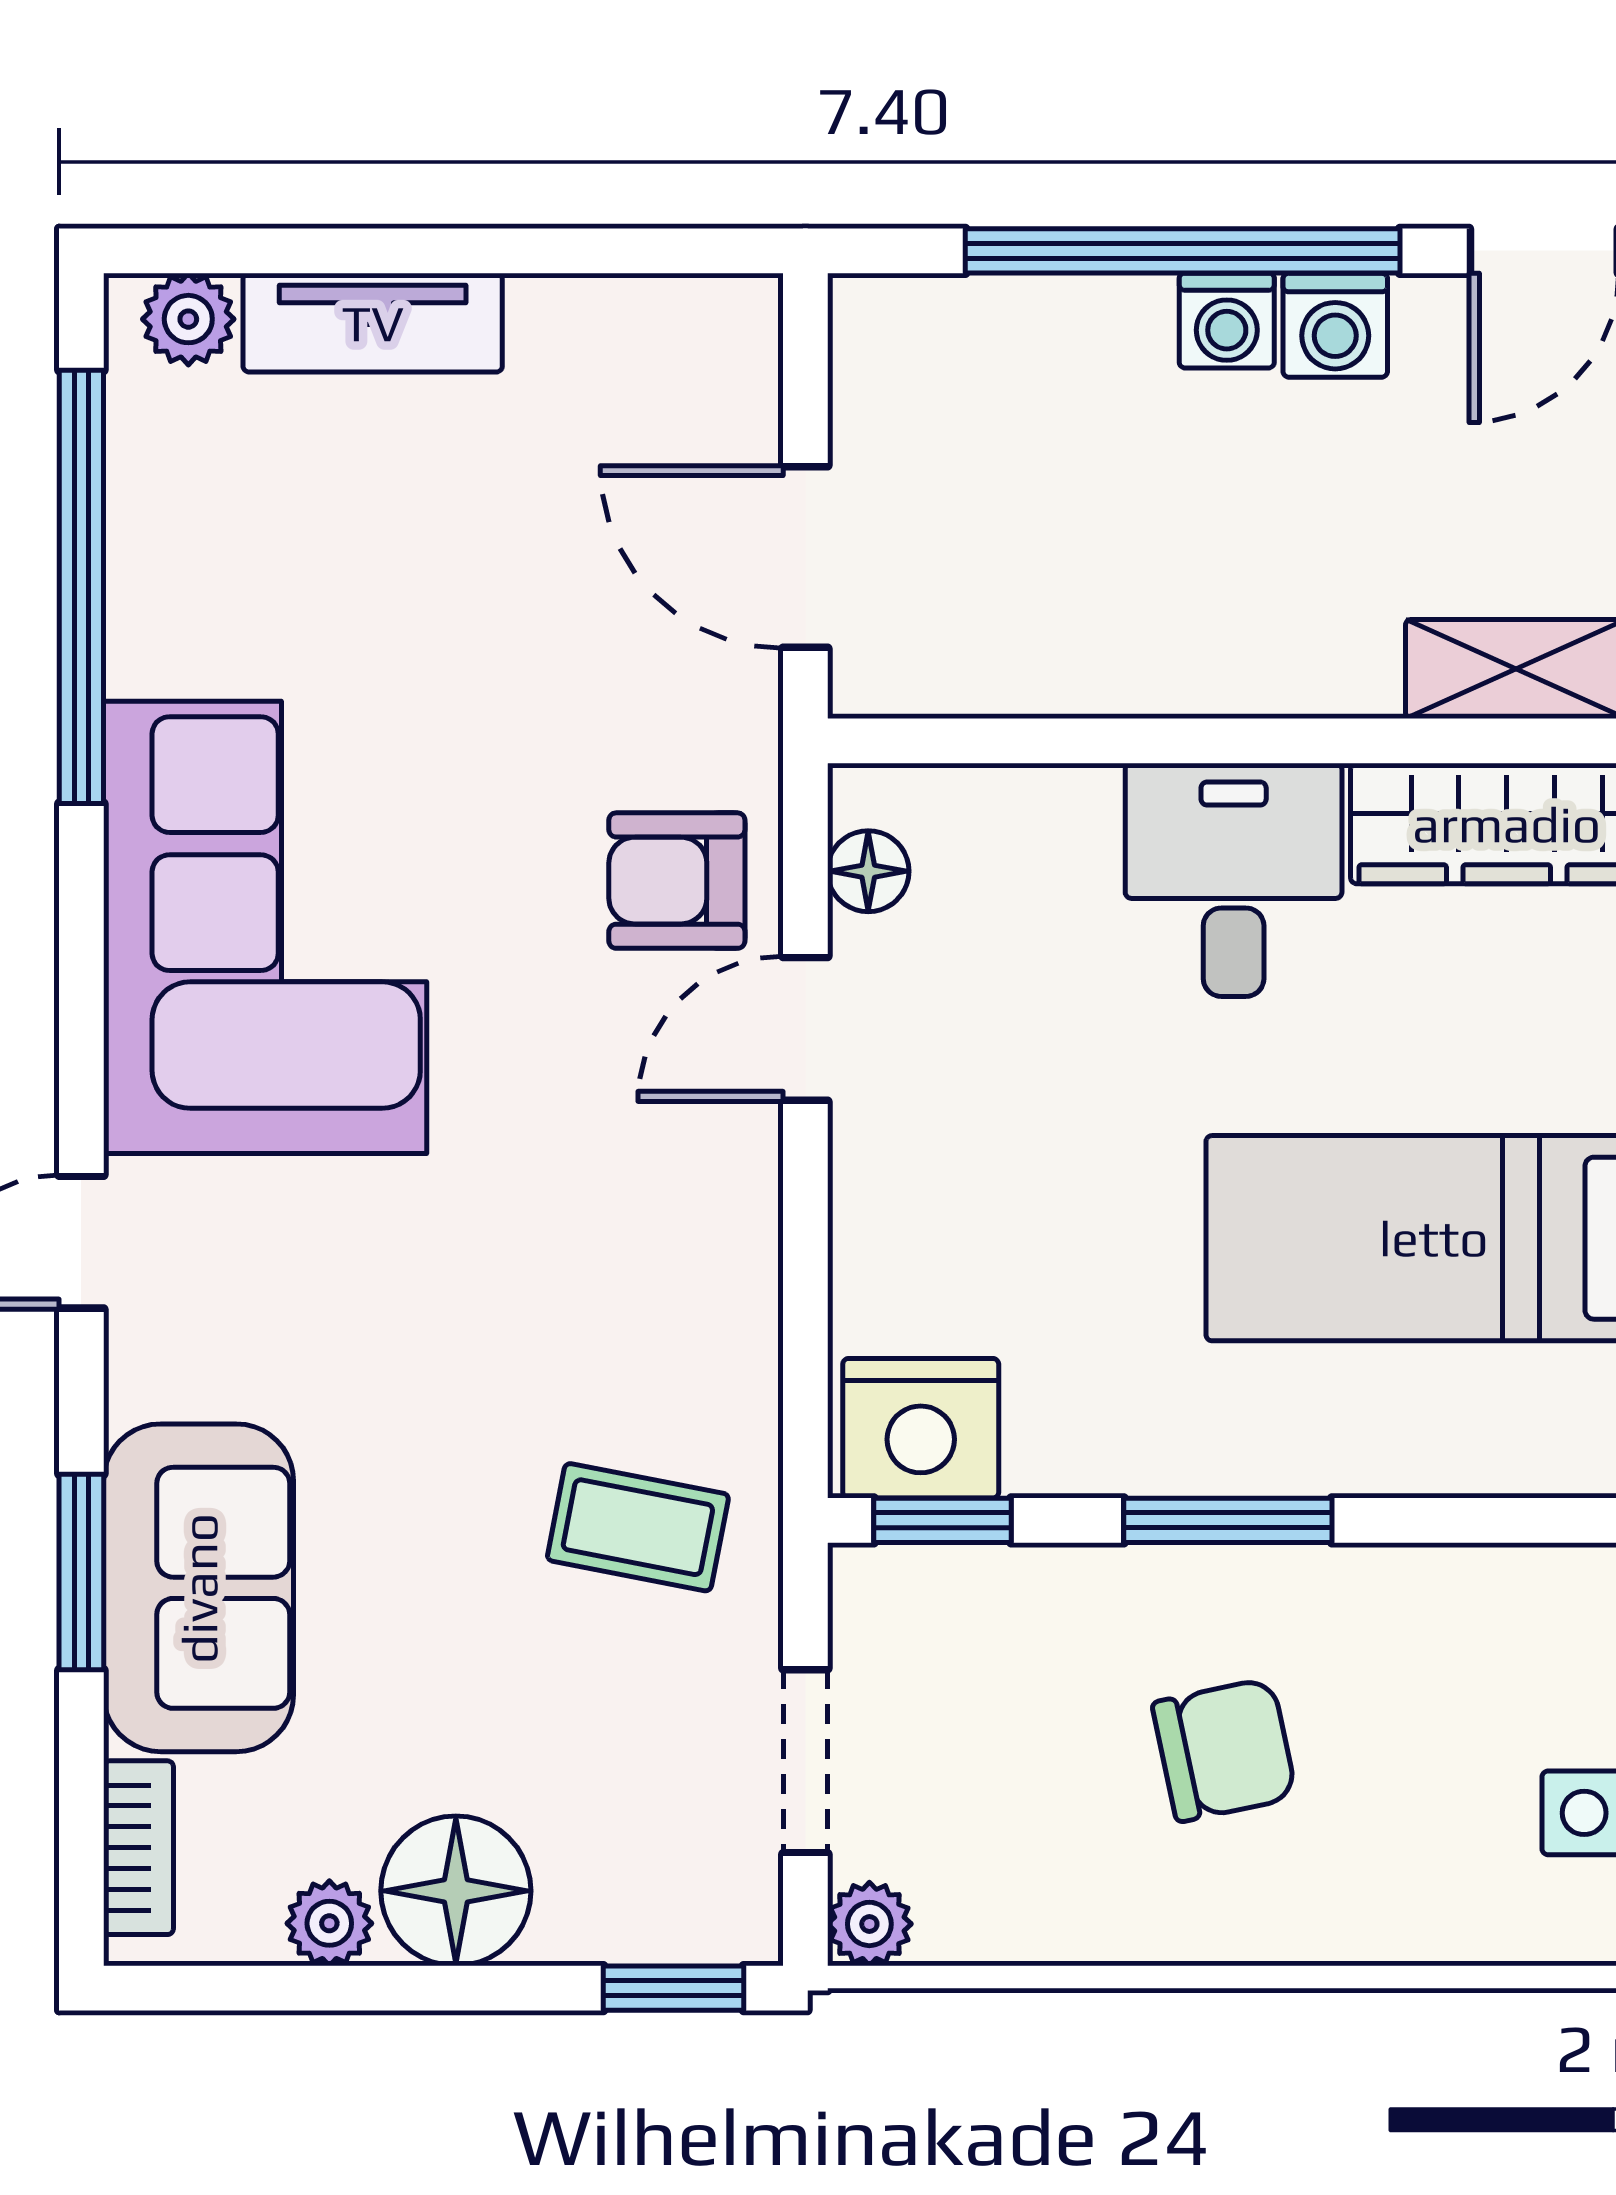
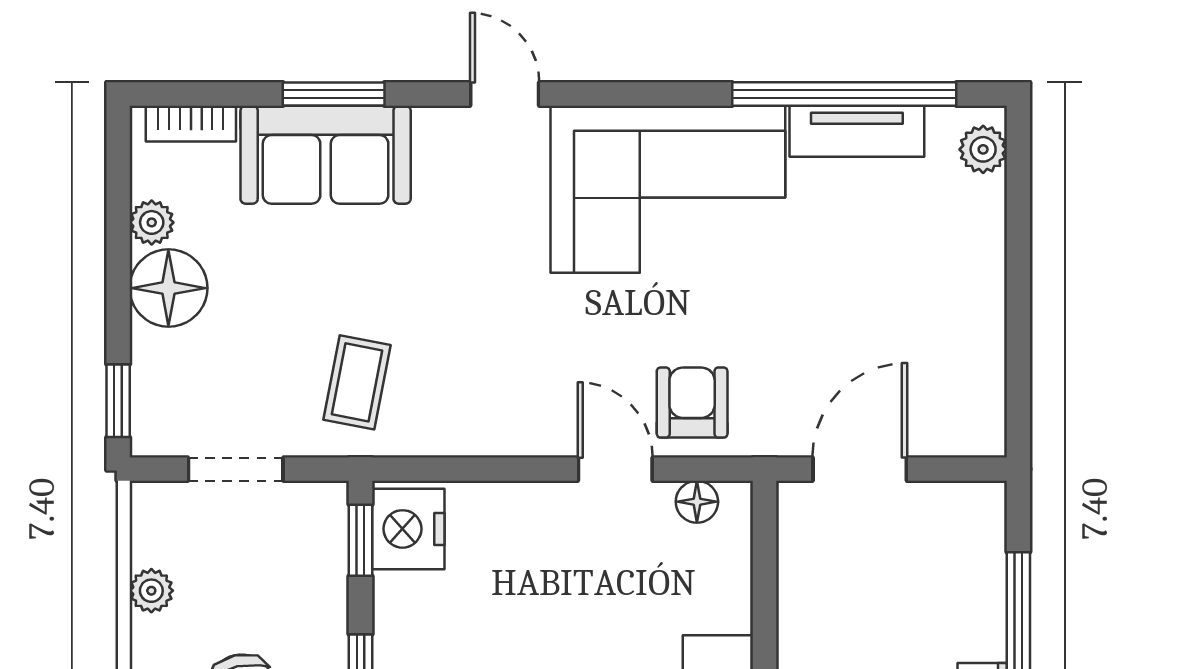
tv unit: (373, 323) -> (857, 131), moved, turned -90
plant: (869, 1924) -> (151, 591), moved

